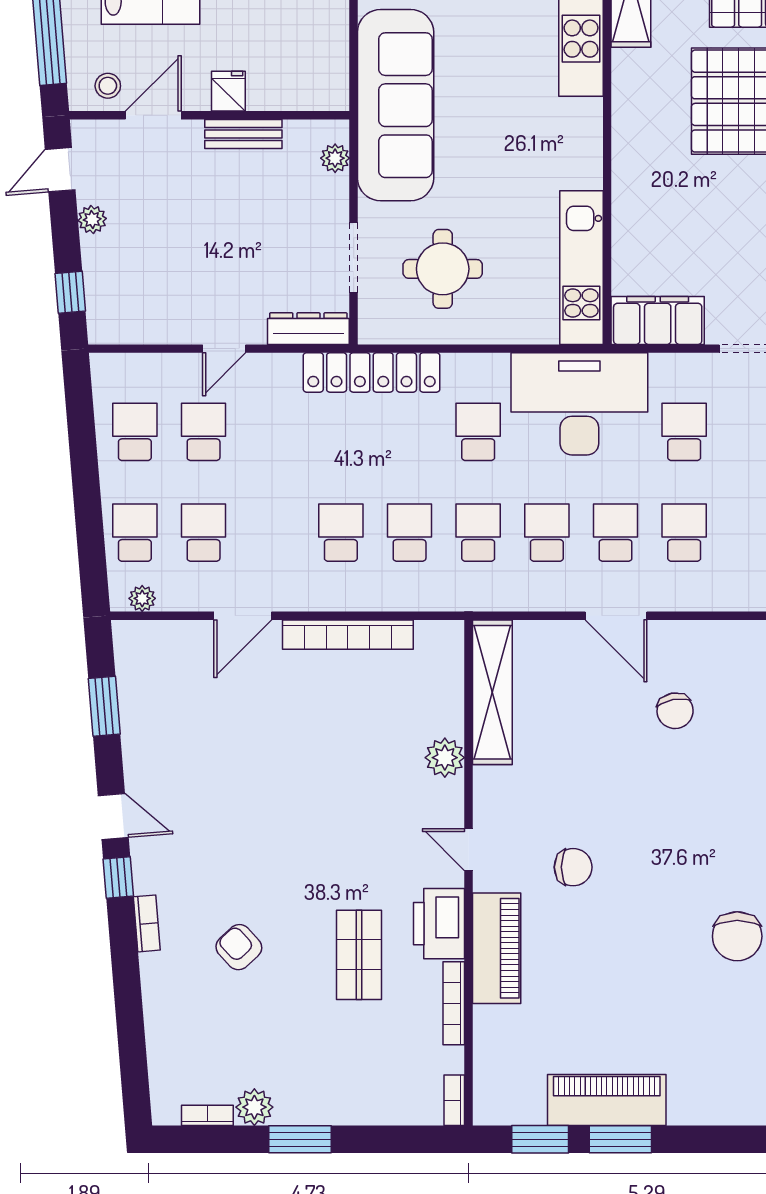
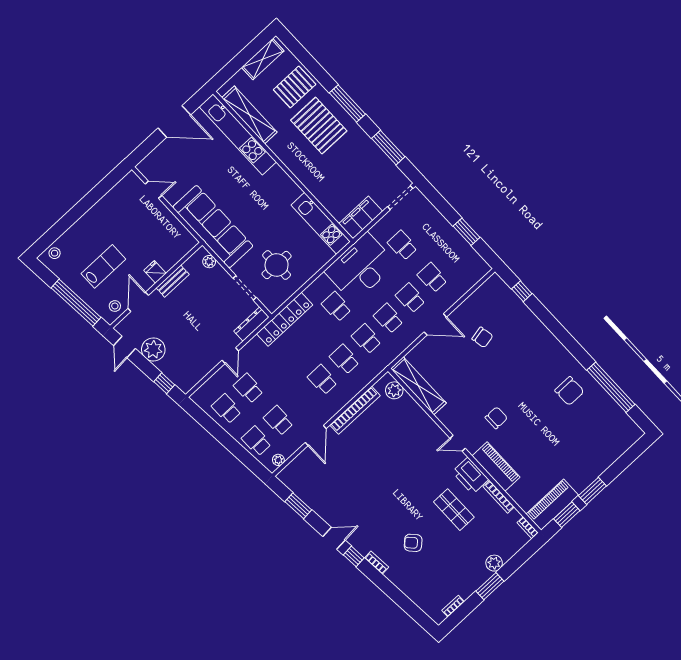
plant: (92, 219) -> (153, 349), width x1.88, depth x1.88
plant: (445, 758) -> (394, 390), moved
piano: (607, 1100) -> (552, 505), moved
plant: (254, 1107) -> (494, 563), moved

